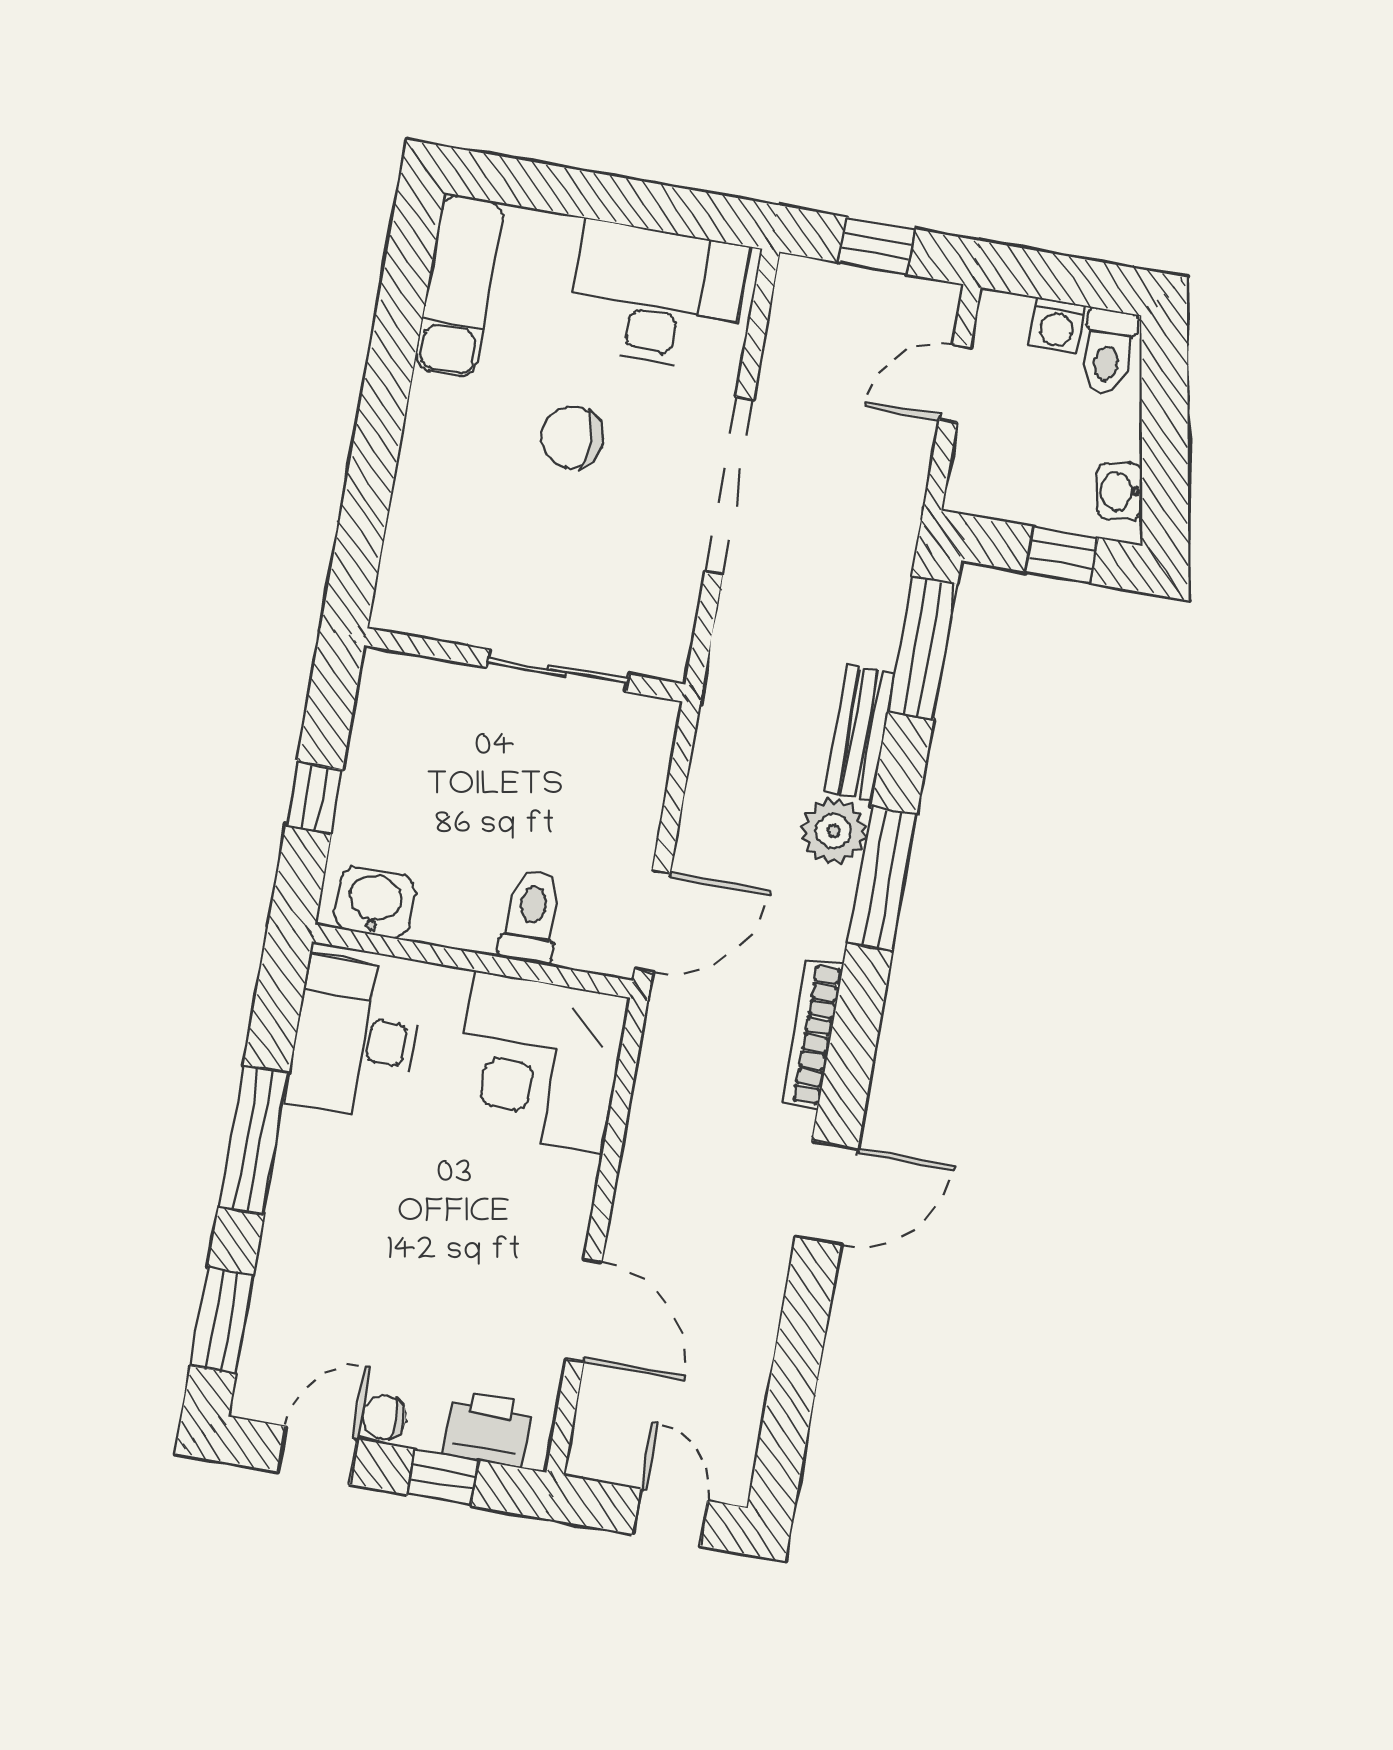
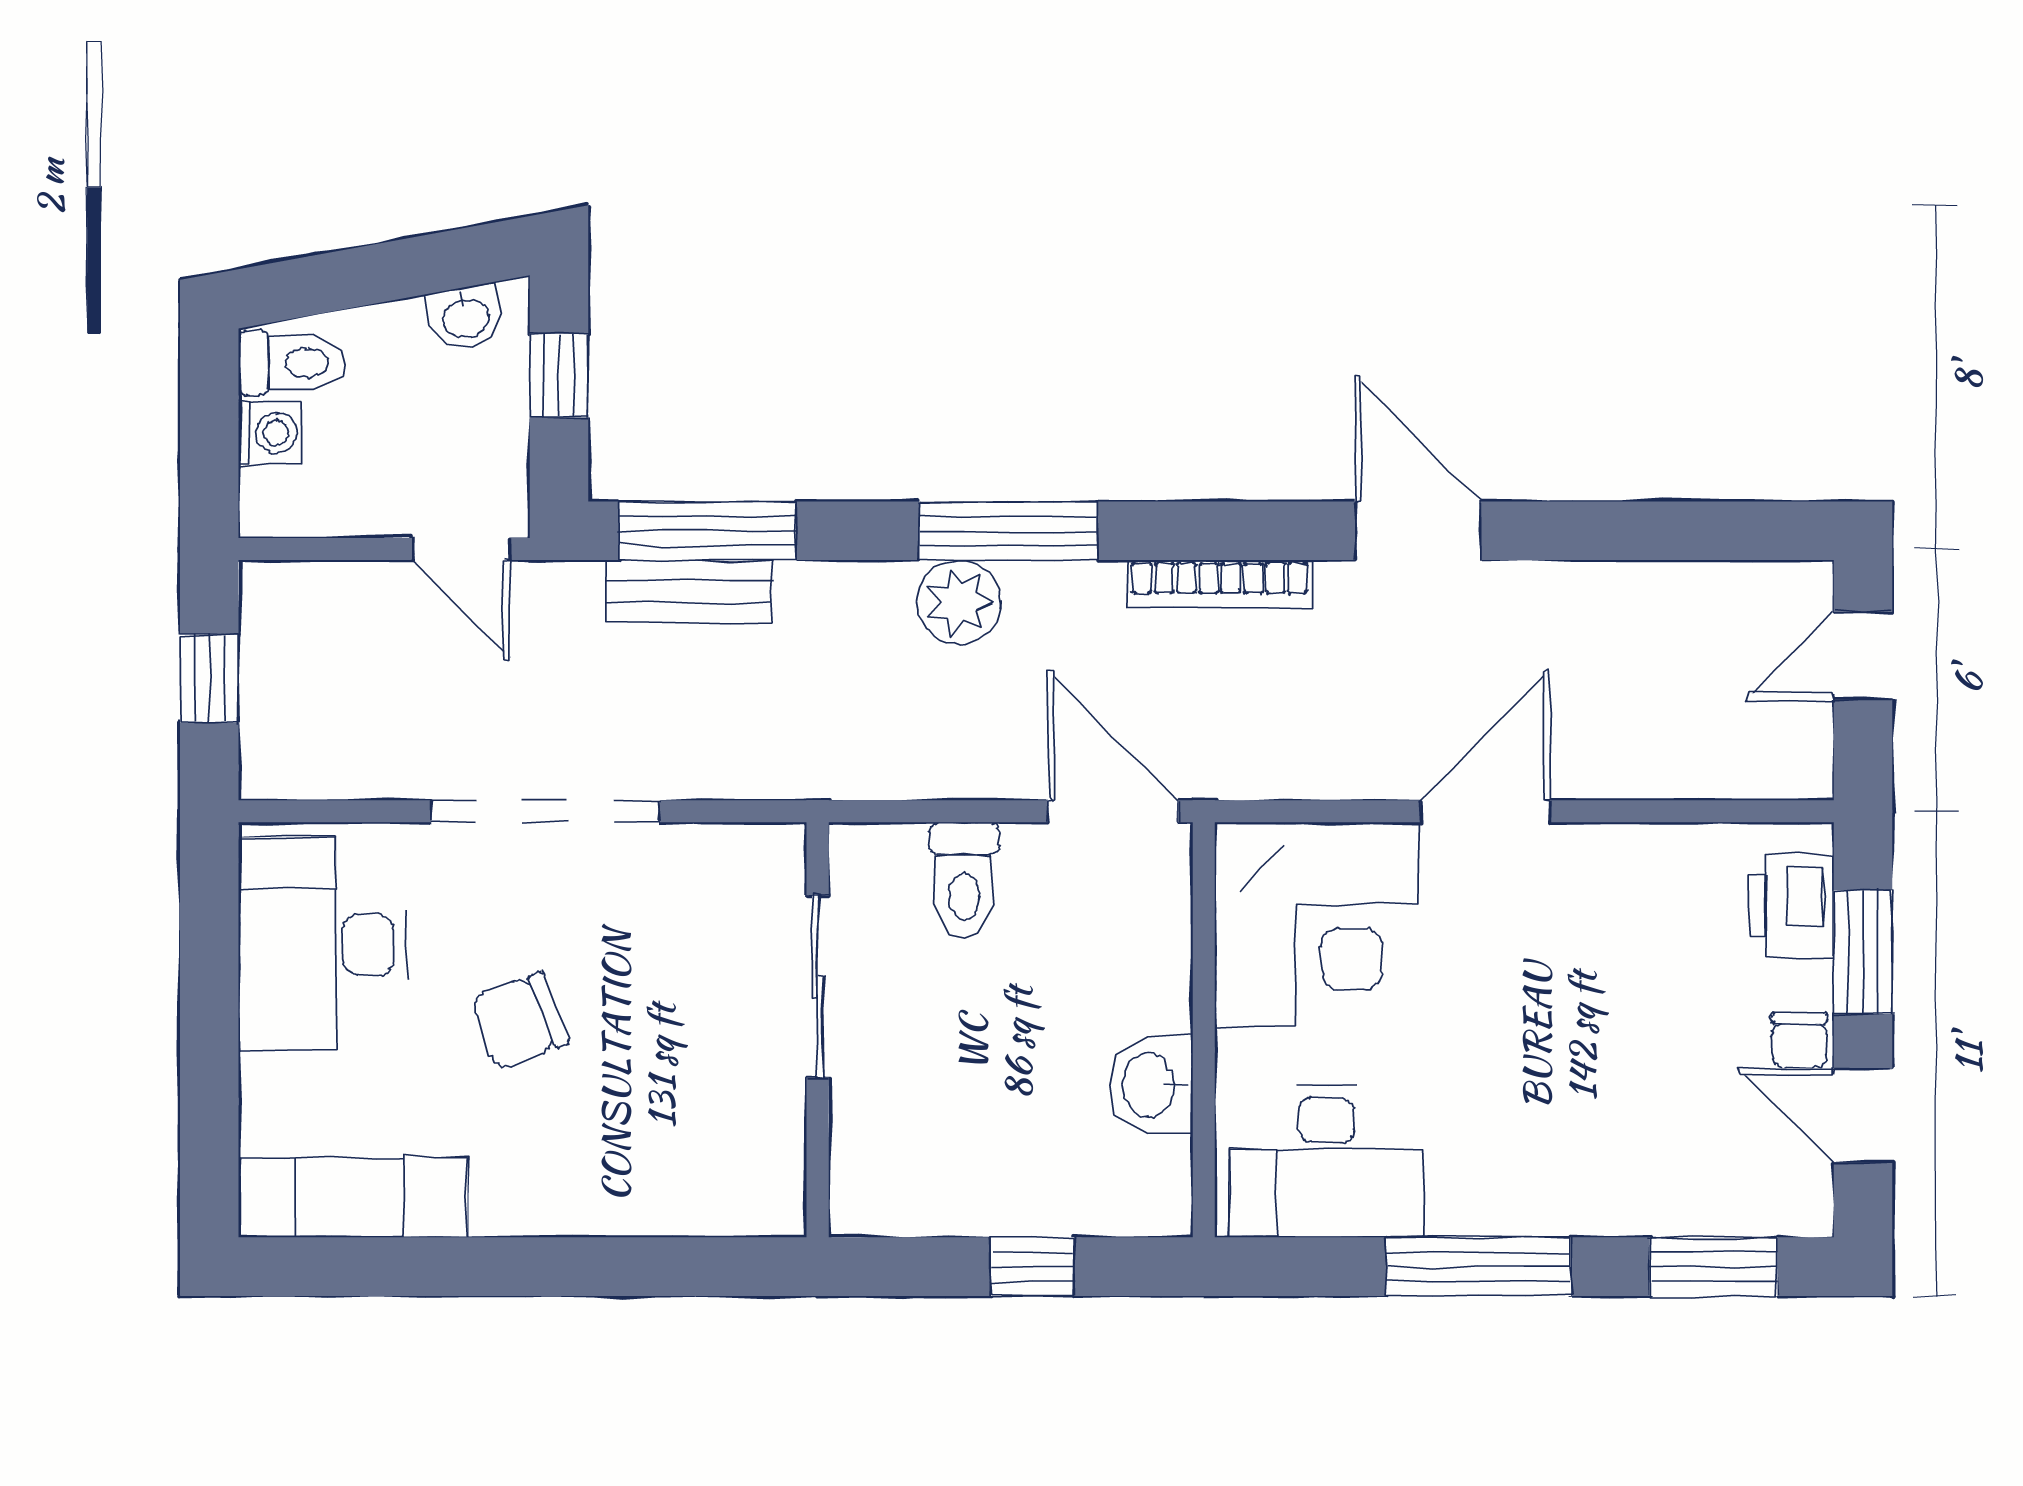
door: (955, 384) -> (461, 549), moved
chair: (572, 437) -> (520, 1021), turned 69
bench: (860, 732) -> (689, 592), moved
washbasin: (375, 902) -> (1151, 1085), moved
toilet: (531, 917) -> (964, 880), moved, turned -90
door: (584, 1311) -> (1485, 811), moved
window: (443, 1477) -> (1863, 952), width x1.50

